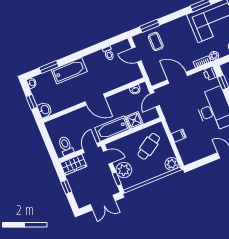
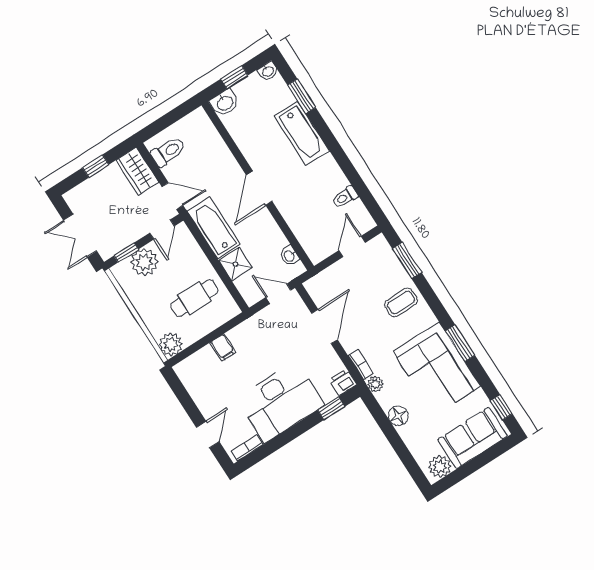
coffee table: (156, 41) -> (401, 303), moved
cafe table: (149, 146) -> (194, 298), turned -57

